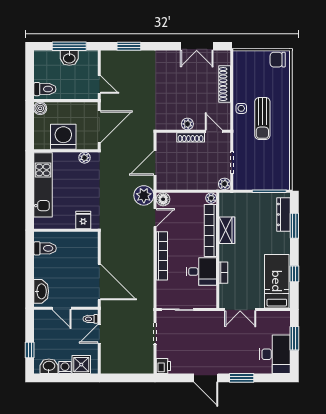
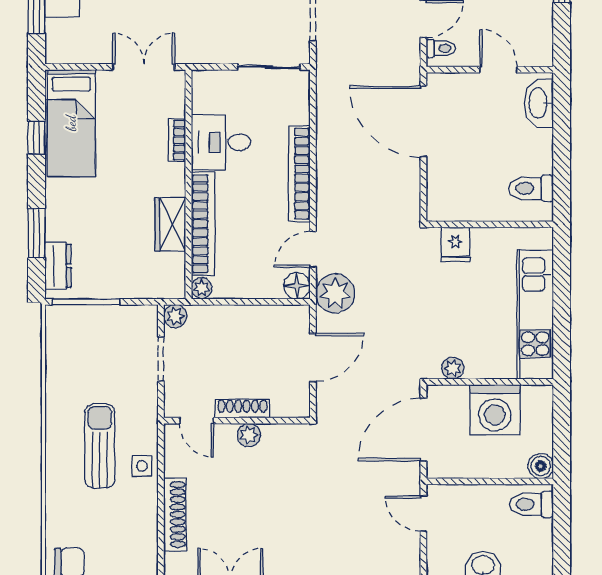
dresser: (284, 214) -> (58, 266), width x0.70

